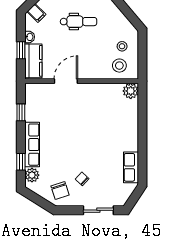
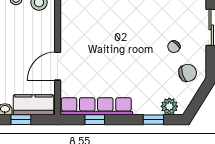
door: (66, 81) -> (58, 66), hinge flipped
row of seats: (32, 145) -> (96, 106), moved, width x1.36

